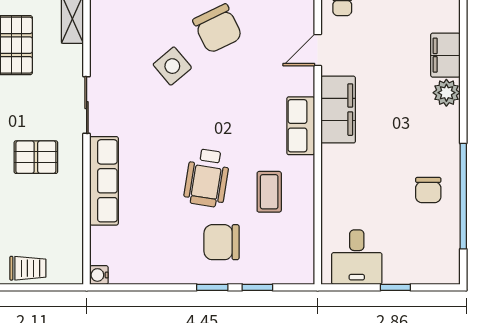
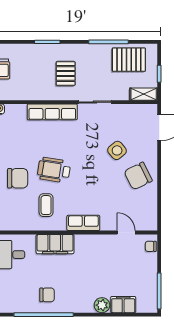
filing cabinet: (338, 110) -> (55, 244), moved
chair: (428, 190) -> (47, 295), turned 180
coffee table: (269, 192) -> (46, 205), turned 90
chair: (222, 242) -> (18, 178), turned 90

